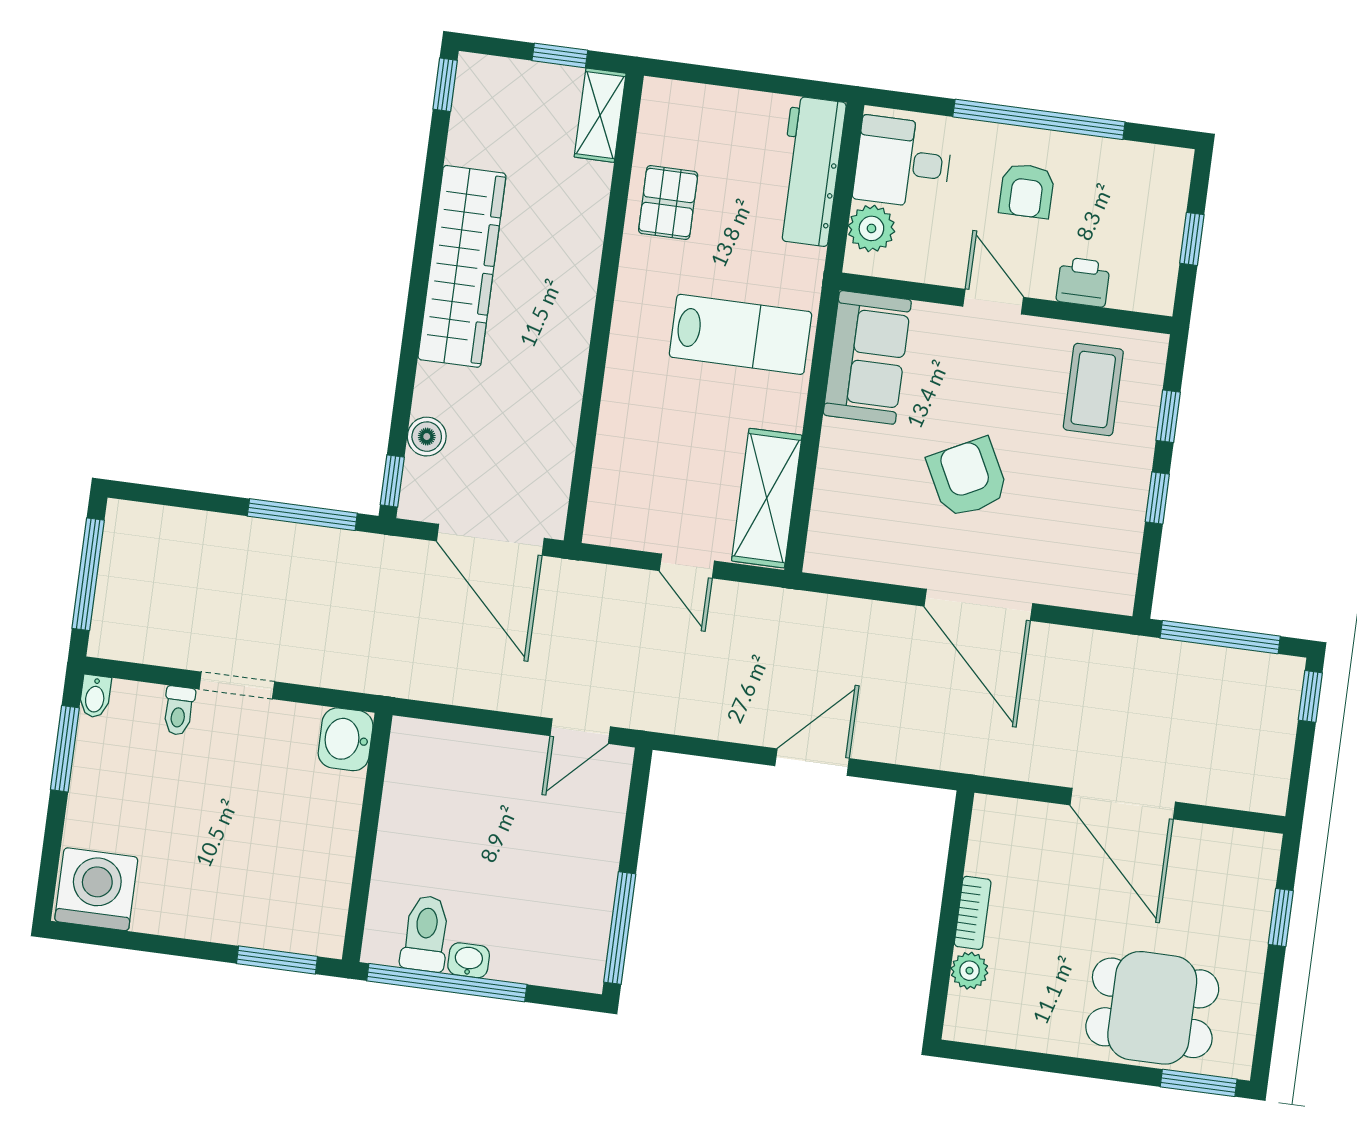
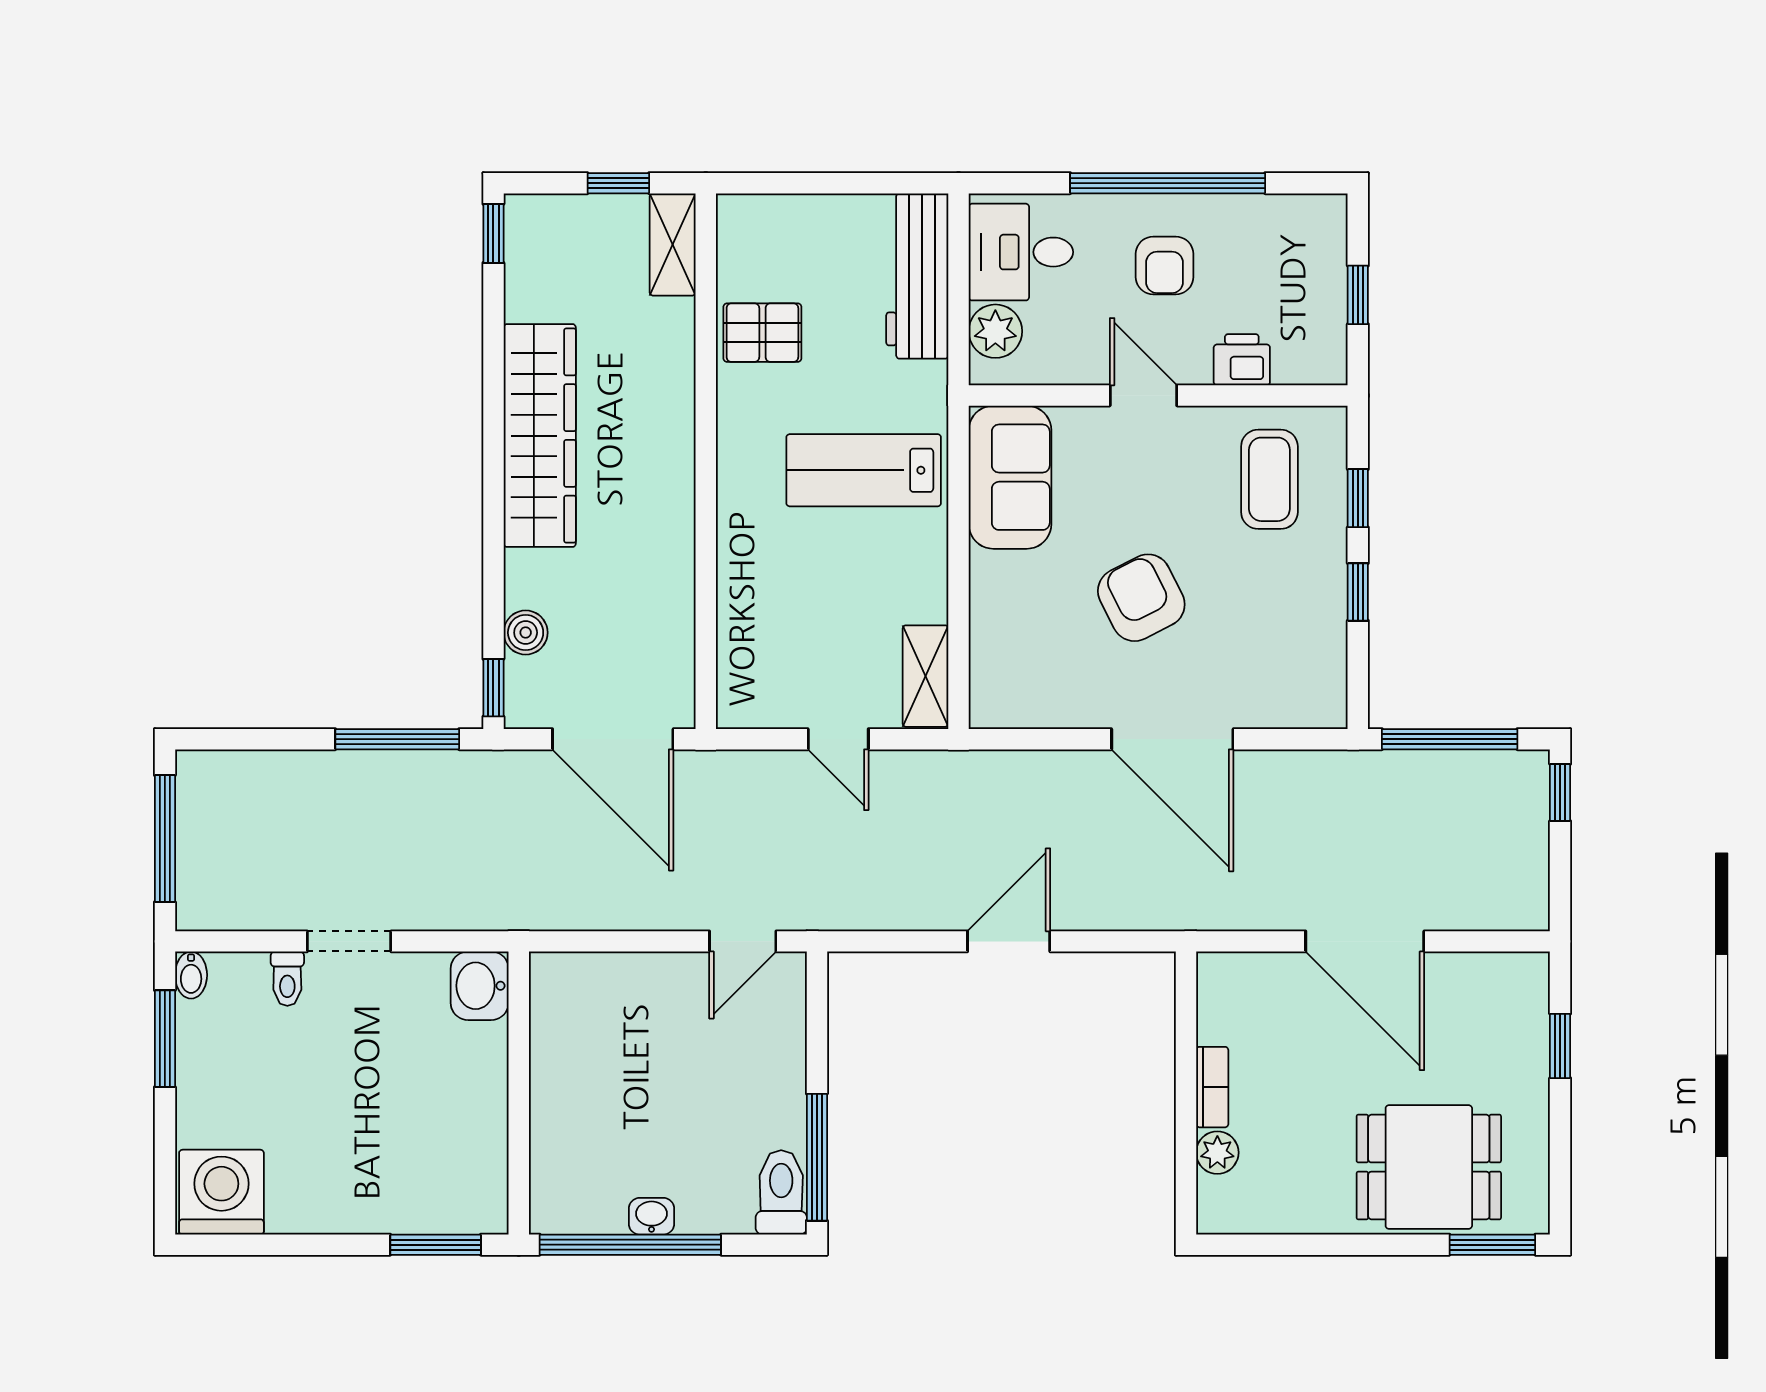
pallet: (668, 203) -> (762, 333), turned 90
lab bench: (740, 334) -> (864, 470), turned 180
shelving: (767, 498) -> (926, 676), width x0.67, depth x0.75
toilet: (426, 933) -> (781, 1192), moved

